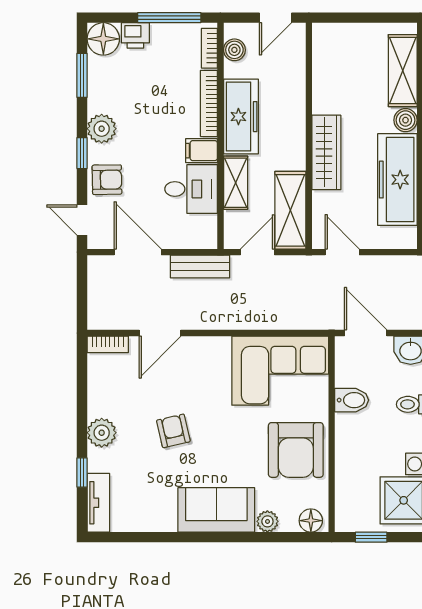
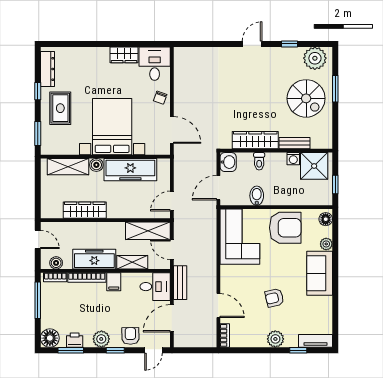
printer: (135, 35) -> (75, 340), moved, turned -90
wardrobe: (326, 152) -> (85, 210), moved
desk: (191, 189) -> (155, 287), moved, turned 90

